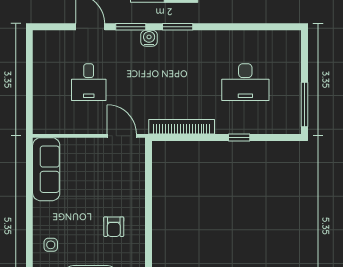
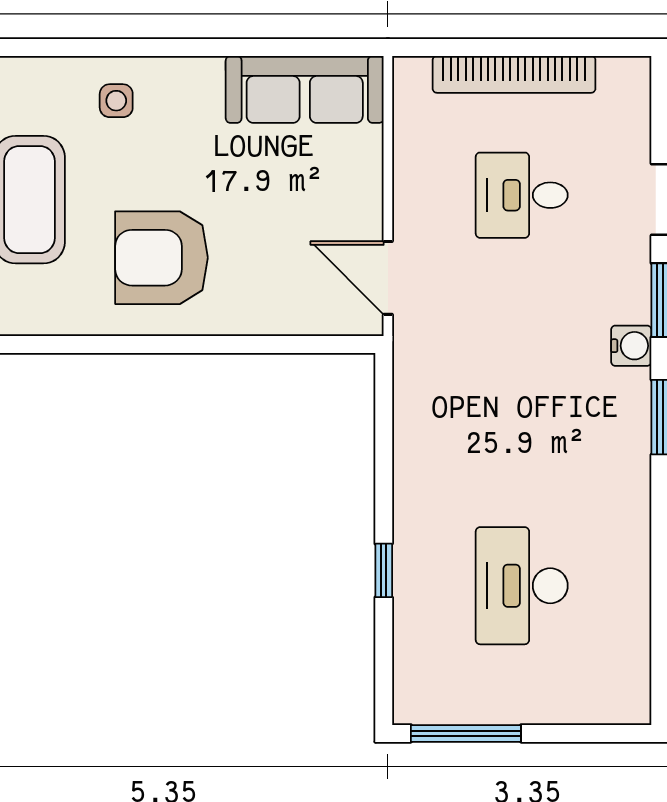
bookcase: (182, 127) -> (514, 74), moved, turned 90
door: (122, 136) -> (388, 278), swing flipped
armchair: (114, 227) -> (161, 258), width x1.88, depth x1.88

